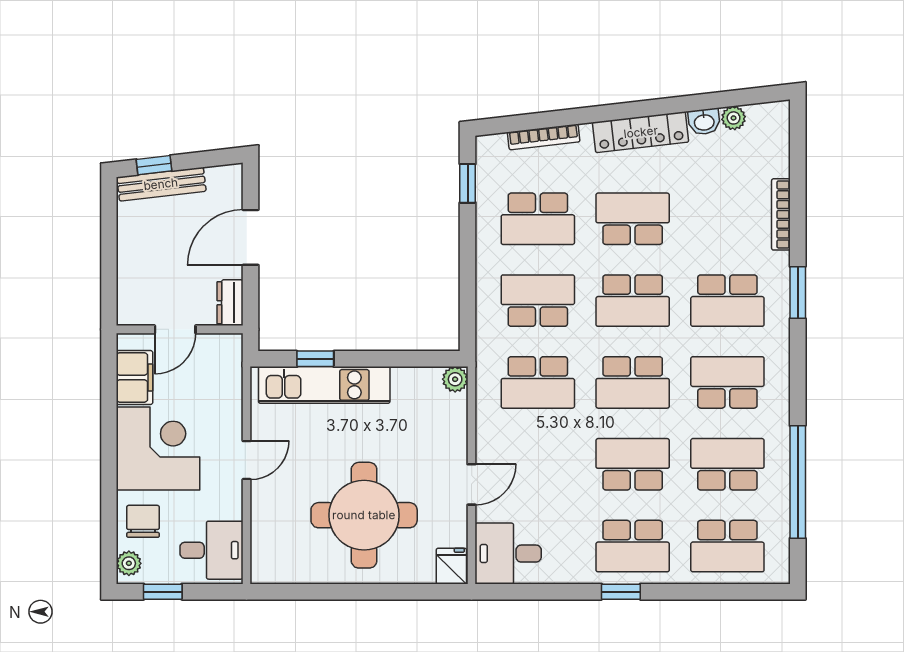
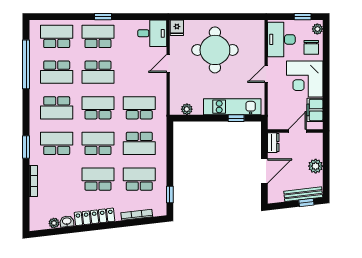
school desk: (633, 219) -> (98, 179), turned 180
plant: (133, 249) -> (316, 166), added
plant: (455, 379) -> (187, 109), moved
desk: (212, 550) -> (281, 39), width x1.37

